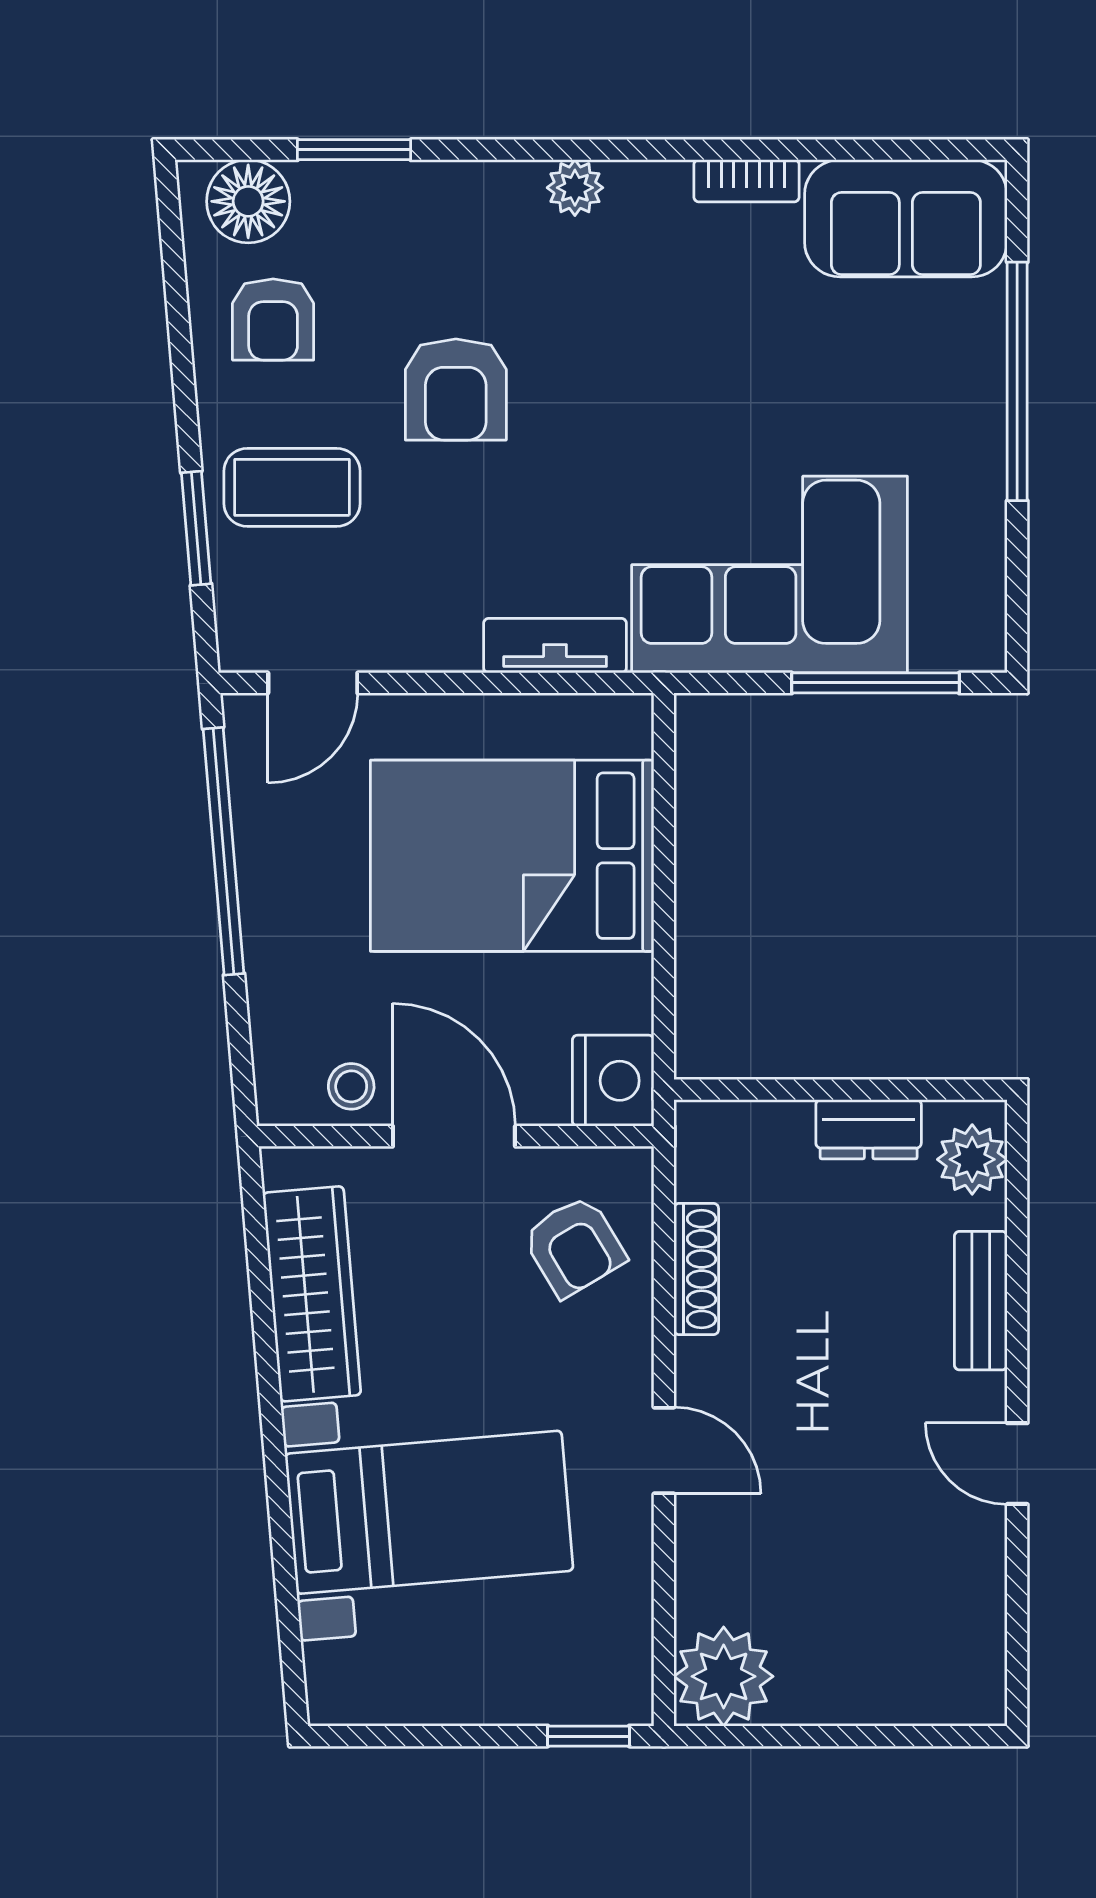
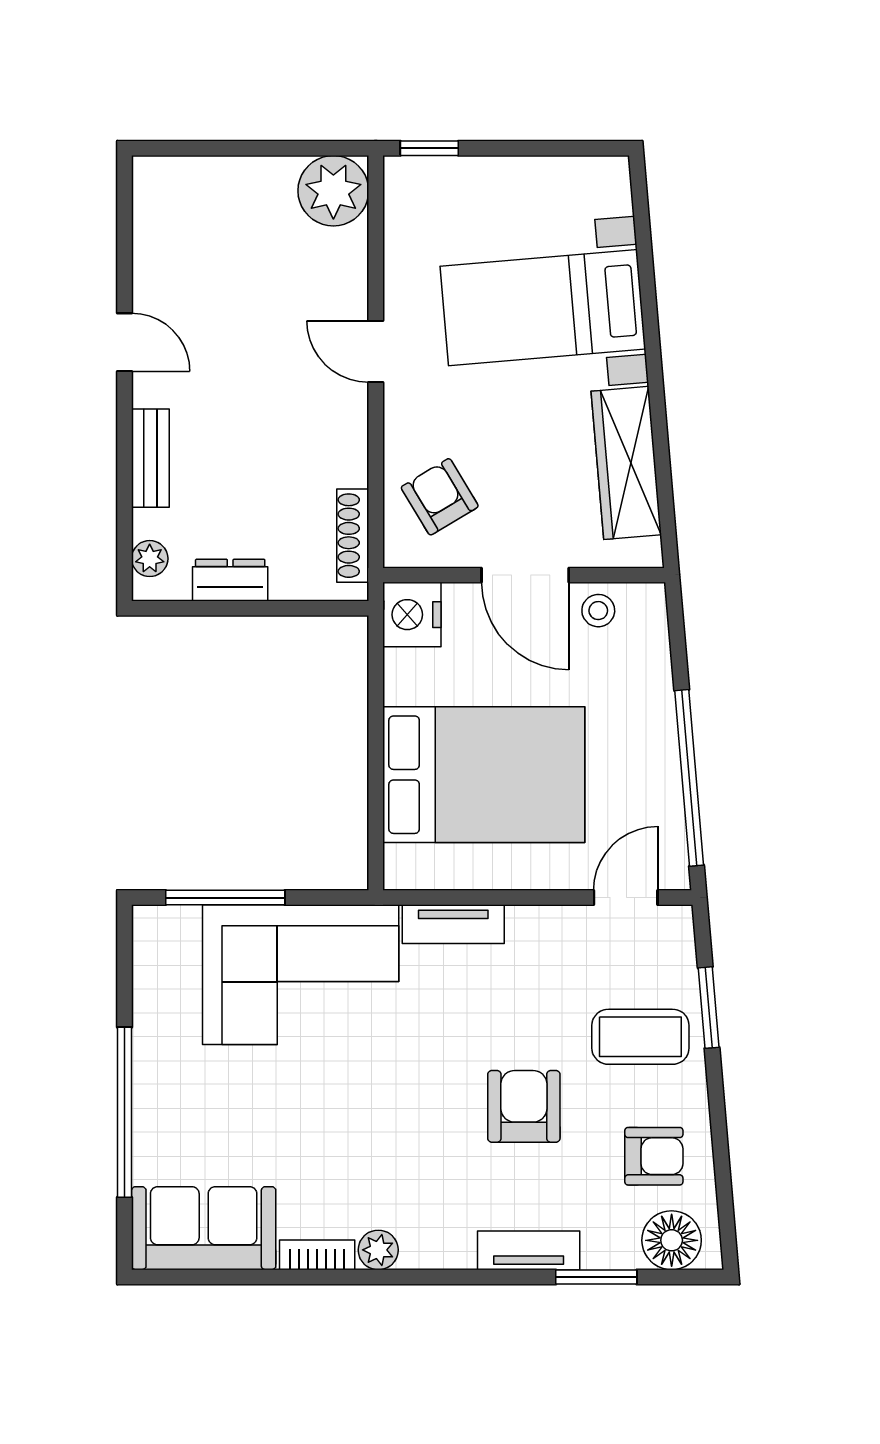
tv unit: (449, 187) -> (529, 1250), added
plant: (575, 188) -> (378, 1250), moved
armchair: (273, 319) -> (654, 1156), turned 90
plant: (972, 1159) -> (150, 559), width x0.73, depth x0.73
shoe rack: (696, 1269) -> (353, 536), moved

